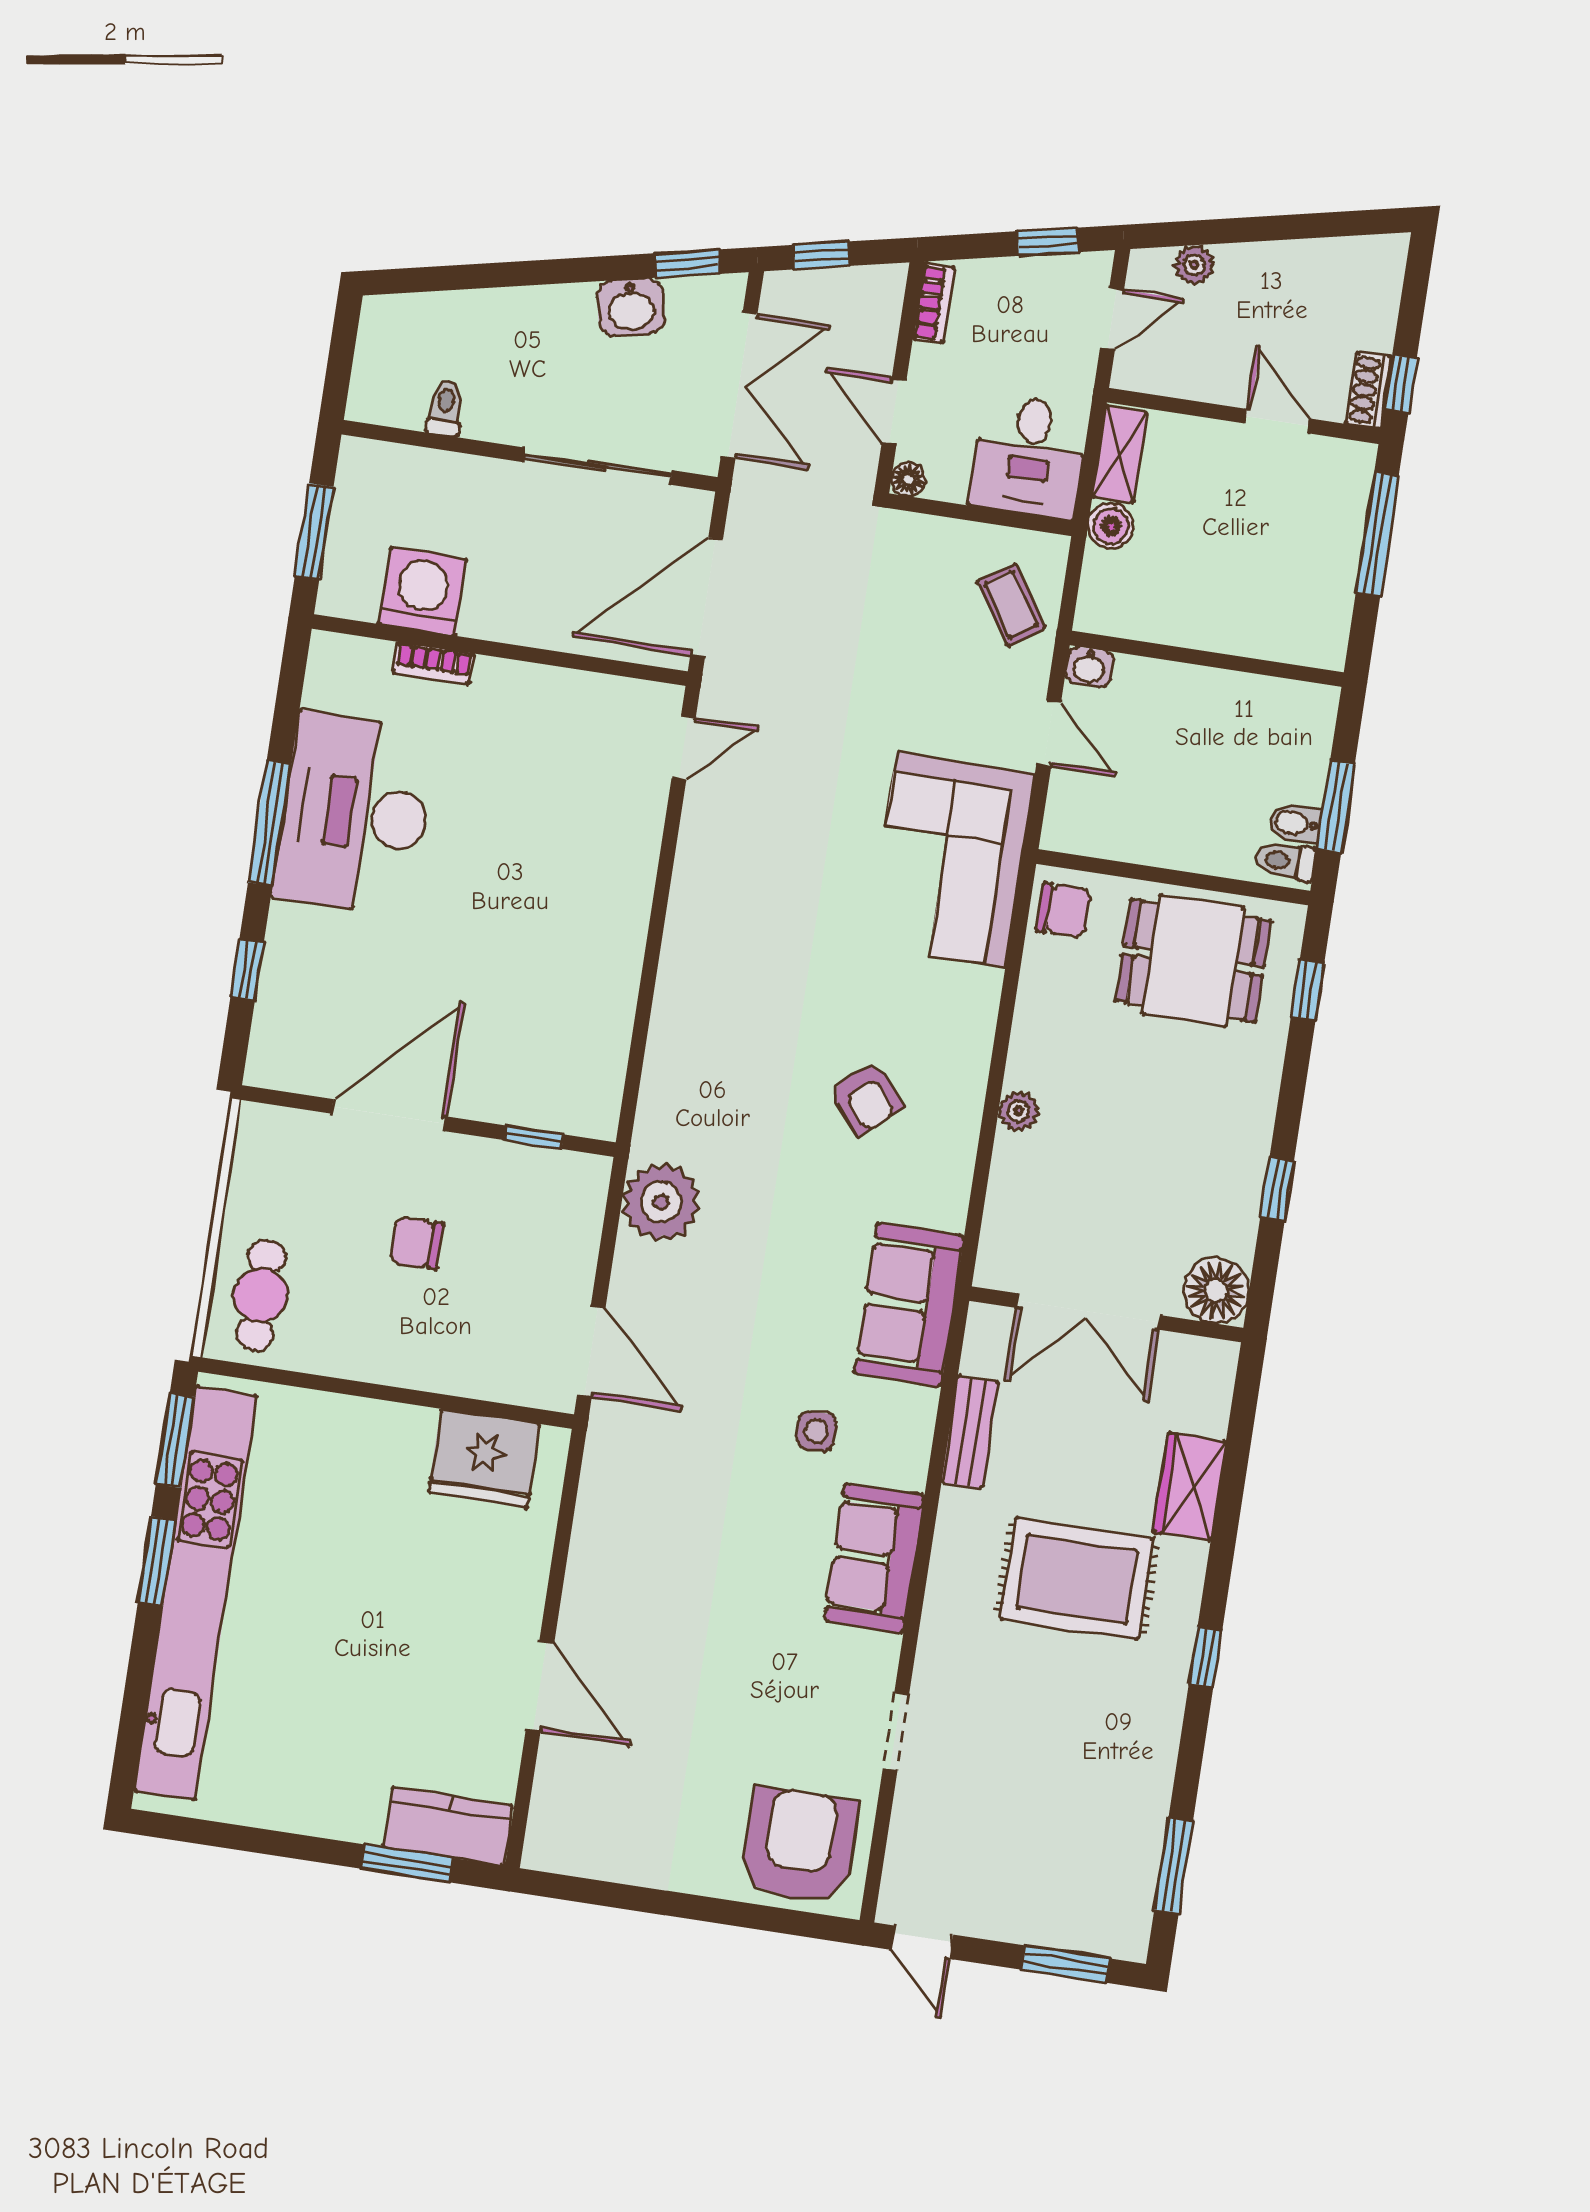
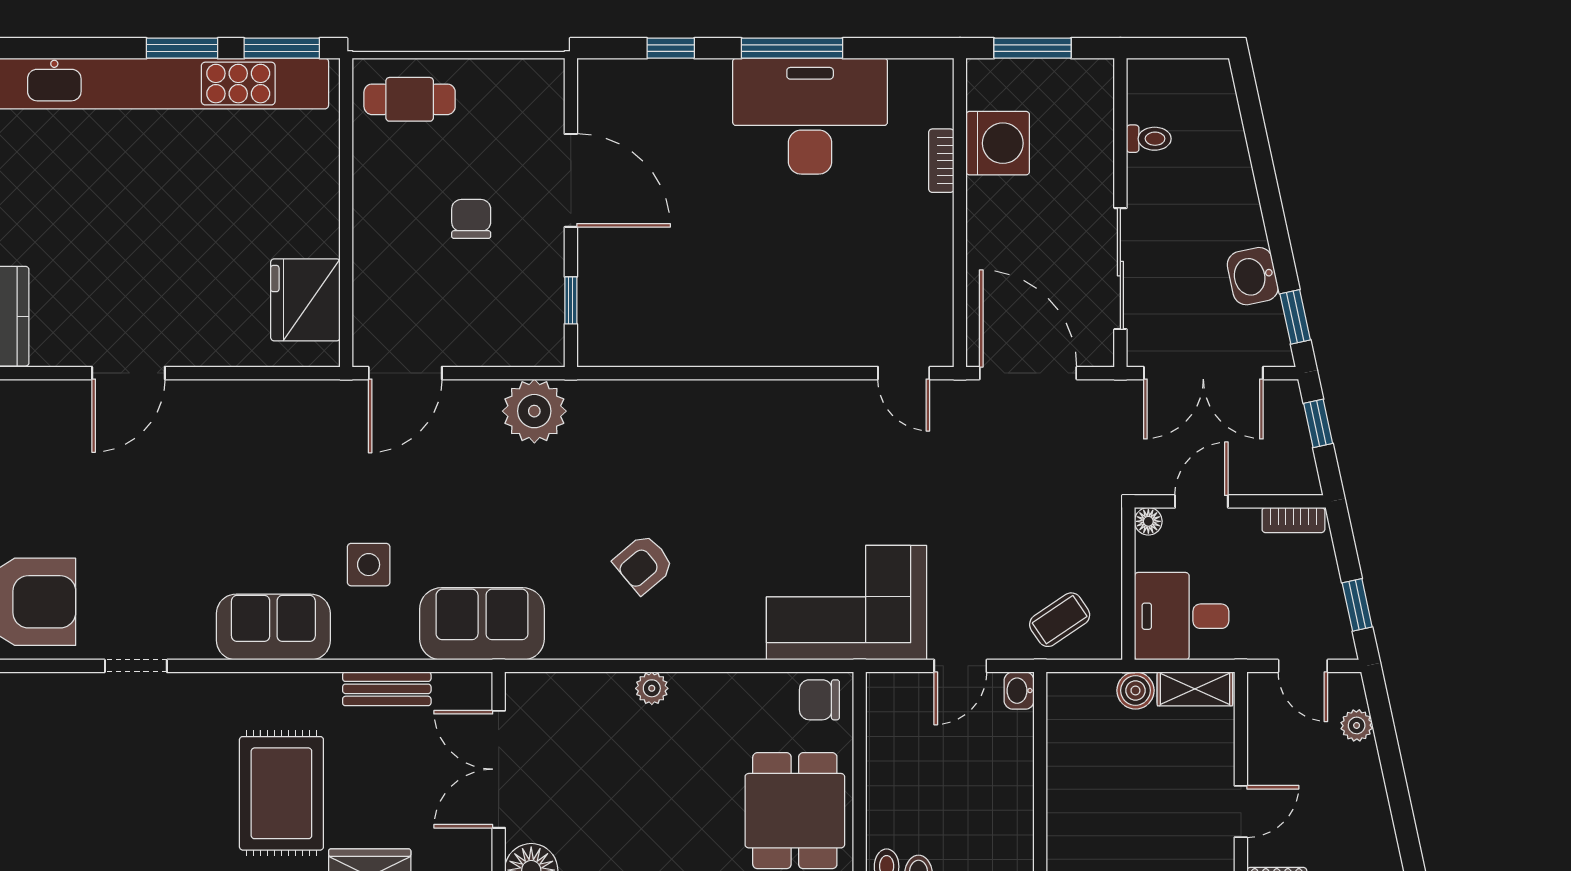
chair: (1064, 910) -> (819, 700), turned 90
side table: (816, 1431) -> (369, 565), width x1.37, depth x1.37

